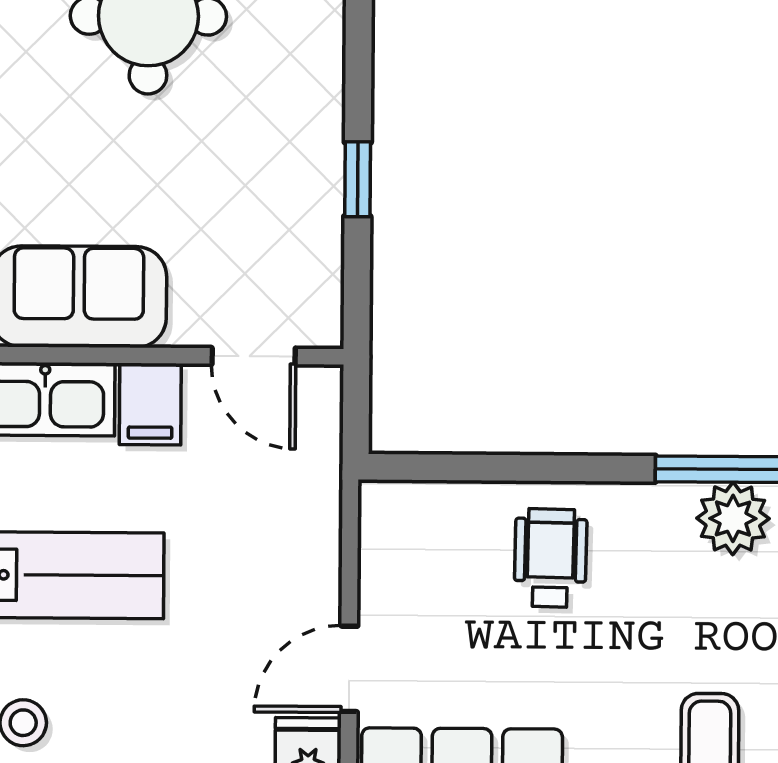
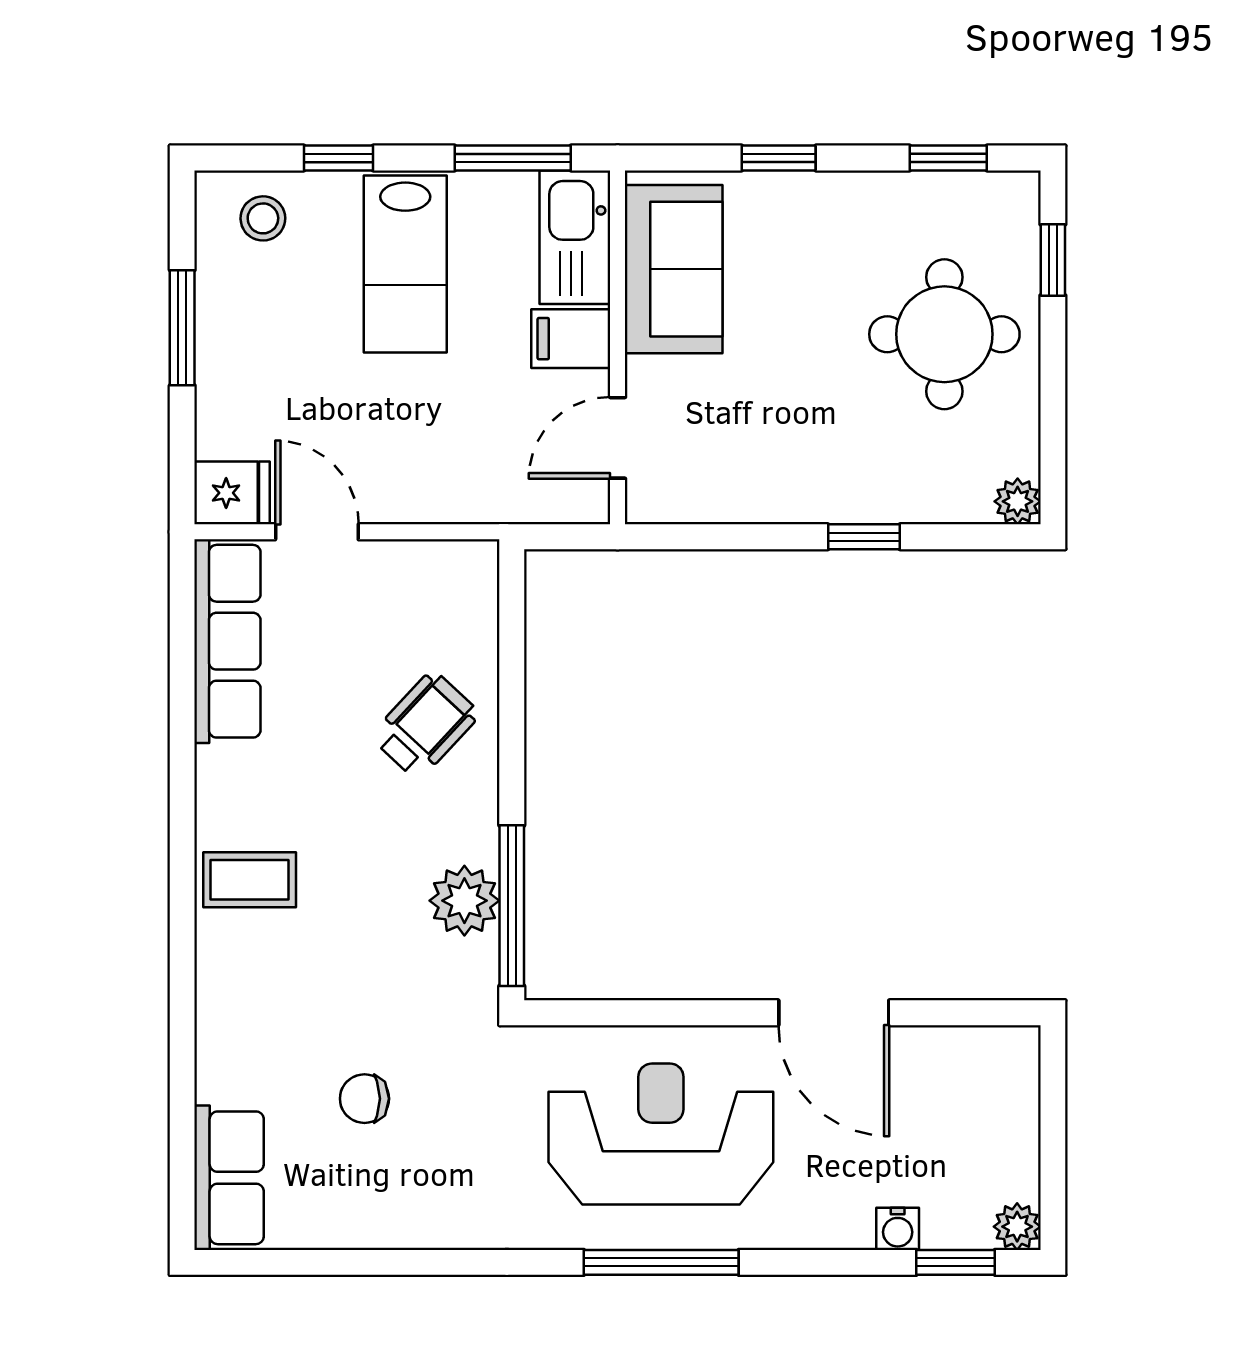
window: (358, 179) -> (864, 537), moved
wheelchair: (550, 558) -> (425, 725), turned -48

